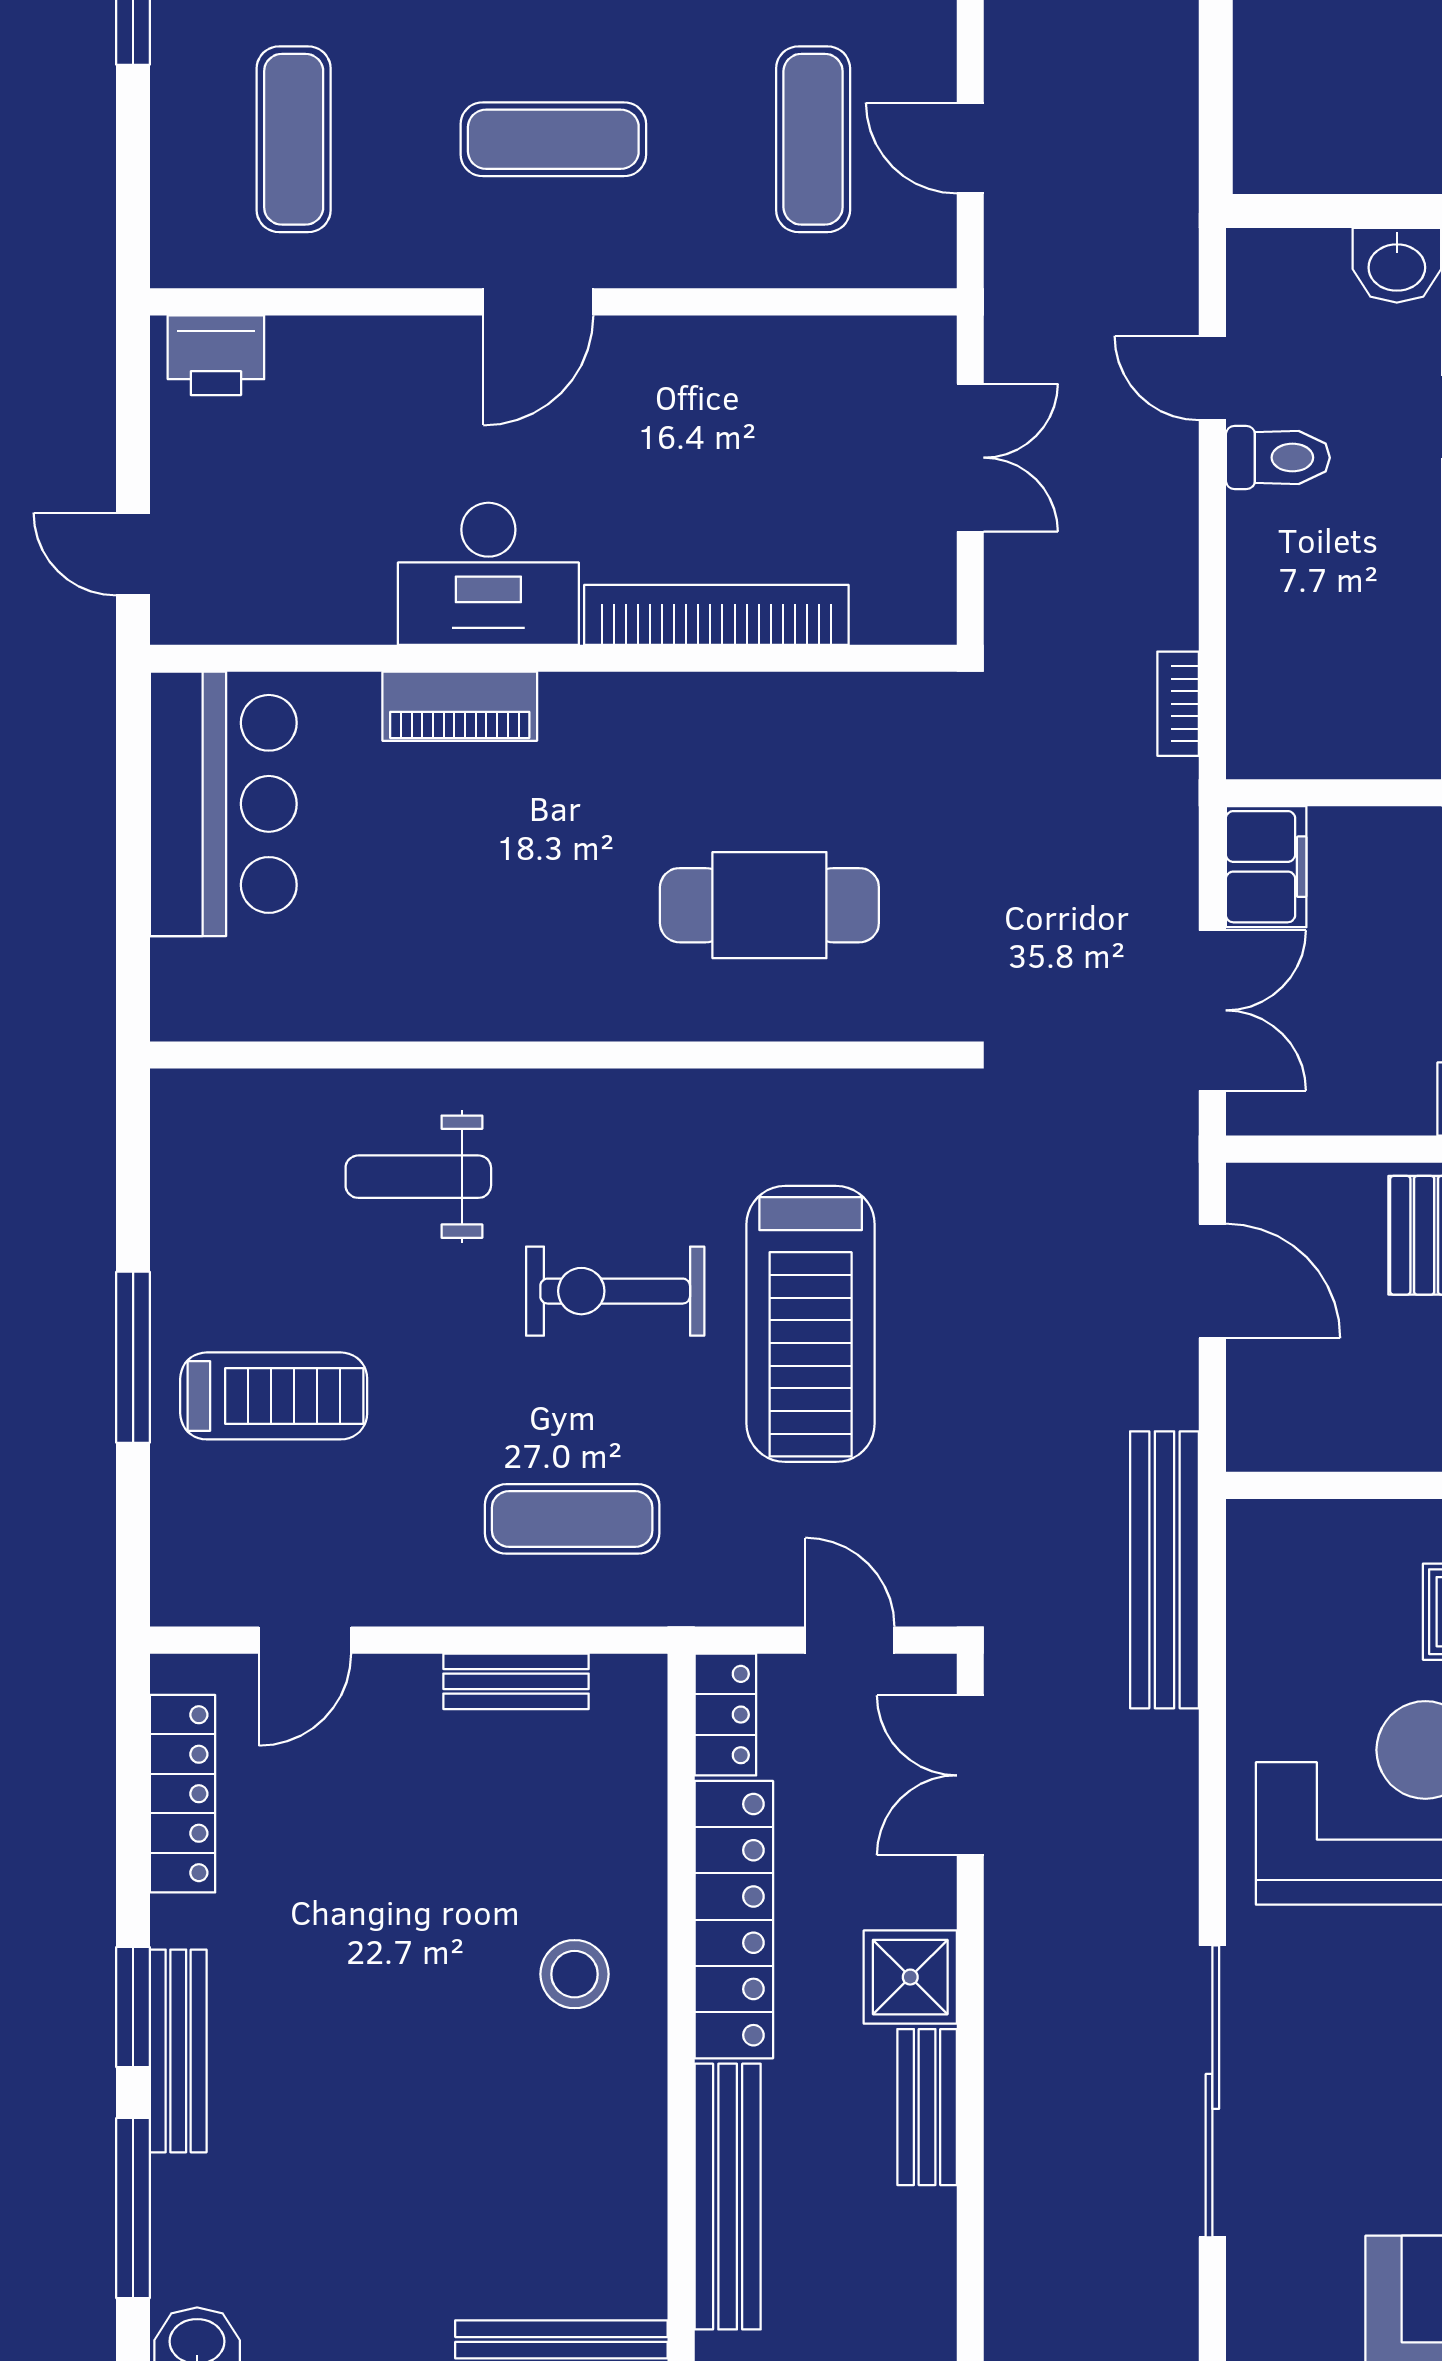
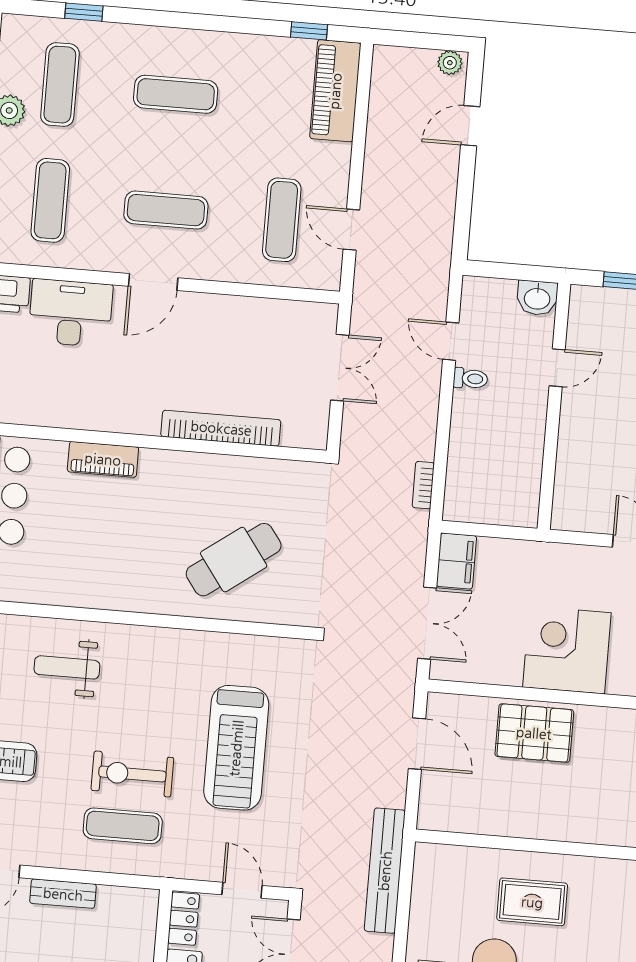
toilet: (1278, 458) -> (470, 379), width x0.73, depth x0.72
desk: (488, 574) -> (70, 313), moved, turned 180
cafe table: (769, 905) -> (234, 560), turned -36
exercise bike: (615, 1291) -> (132, 774), moved
bench: (516, 1681) -> (63, 894), moved

